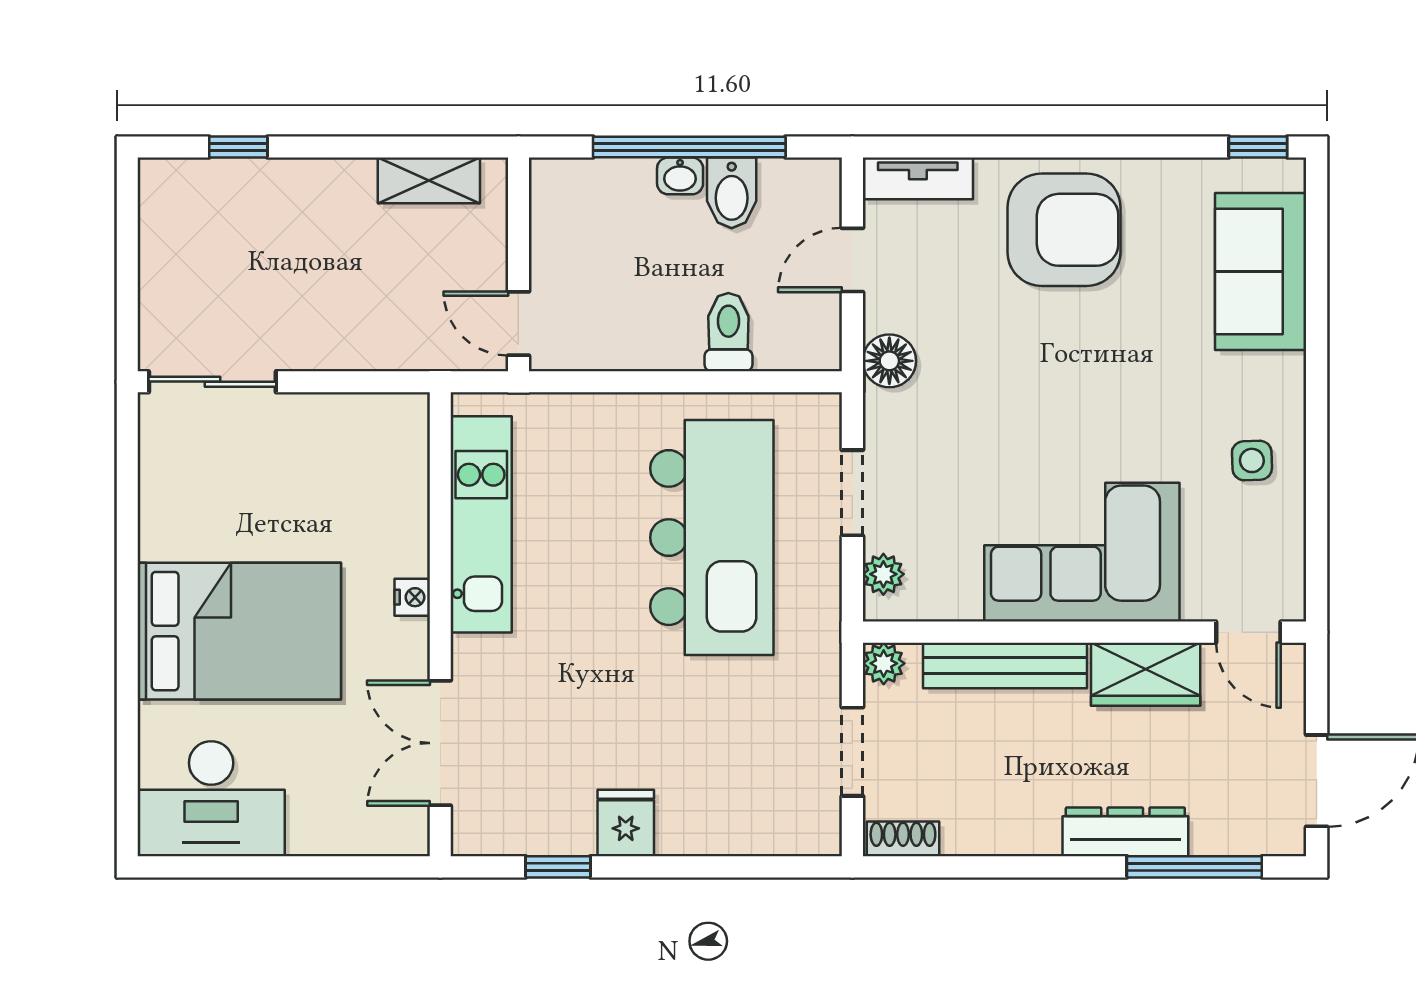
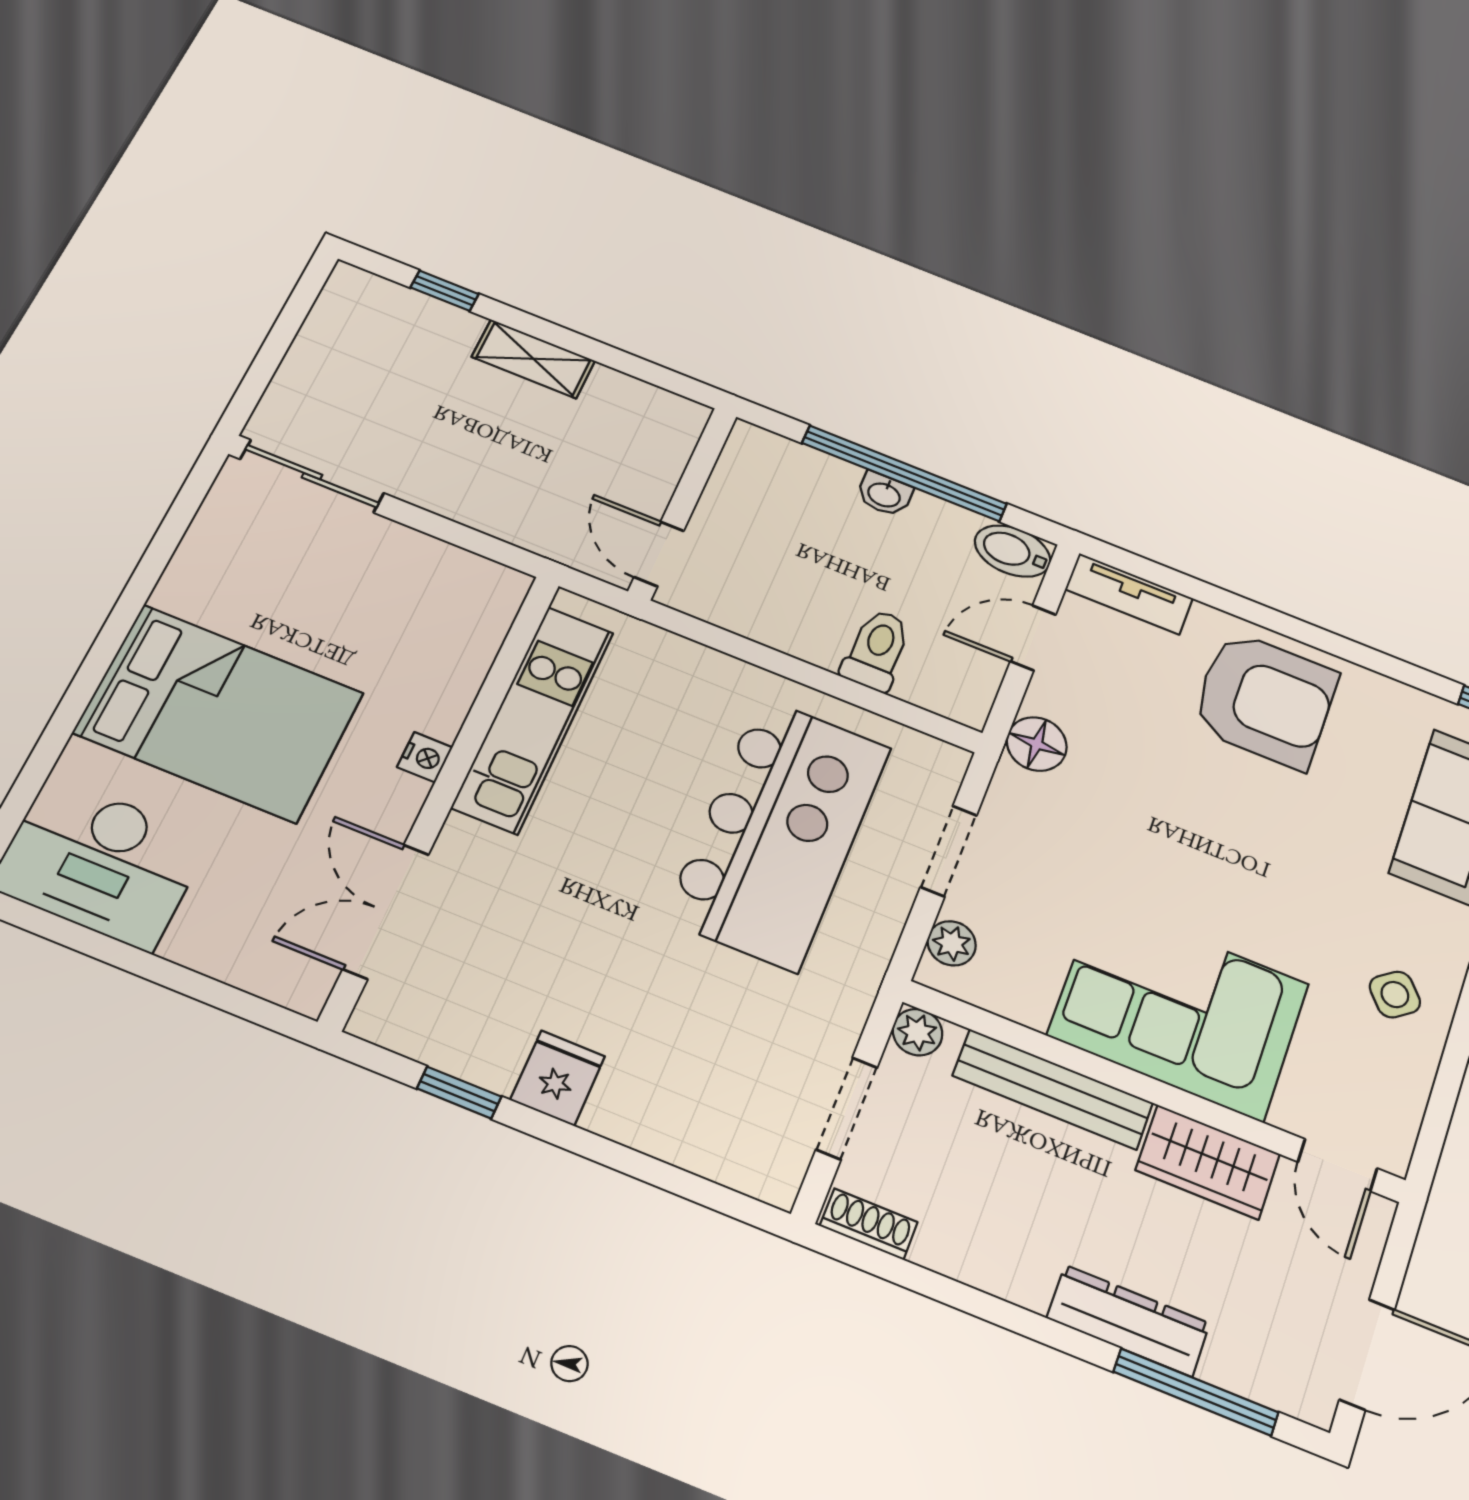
shelving: (429, 180) -> (533, 359), moved
bidet: (732, 193) -> (1013, 551), moved, turned 90
side table: (1252, 460) -> (1395, 995), turned -37

